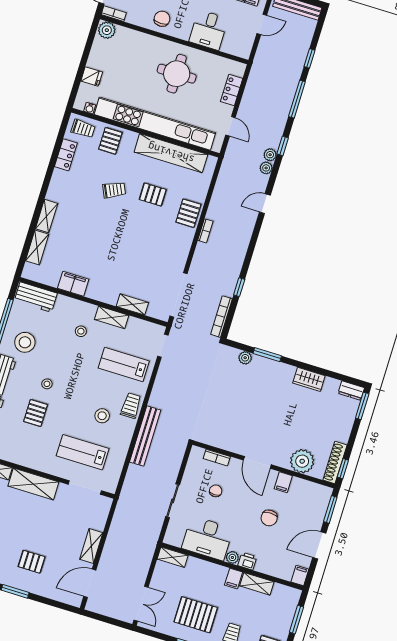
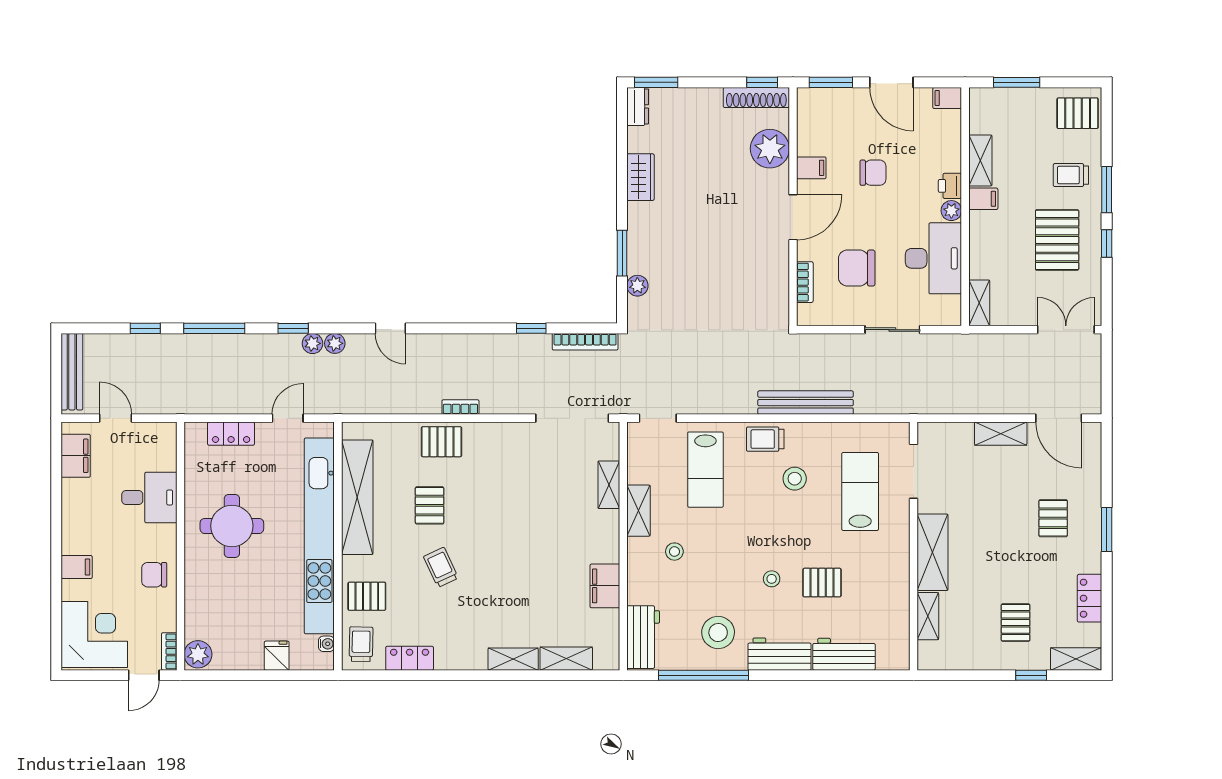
lab bench: (83, 452) -> (860, 491), turned 180
chair: (216, 491) -> (857, 268), width x1.87, depth x1.87

